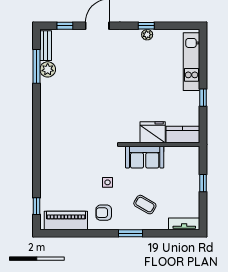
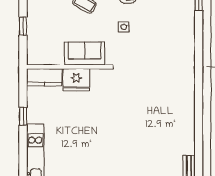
window: (37, 66) -> (199, 149), removed
plant: (48, 69) -> (187, 146), removed

